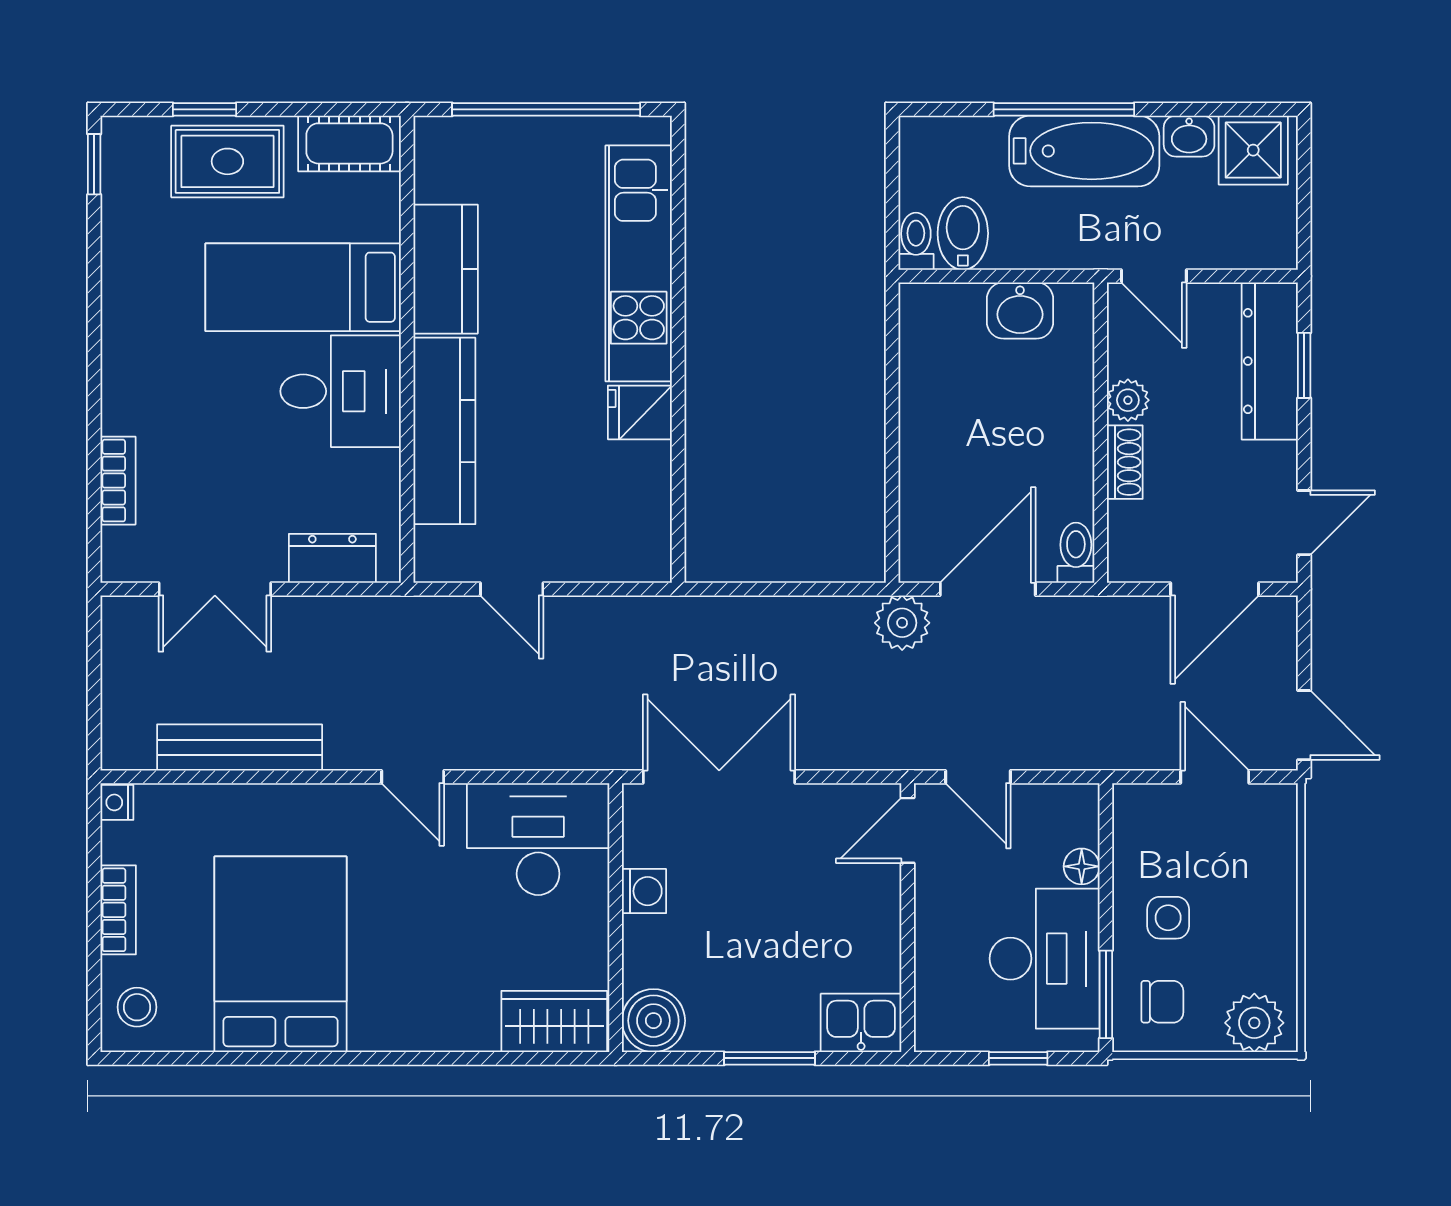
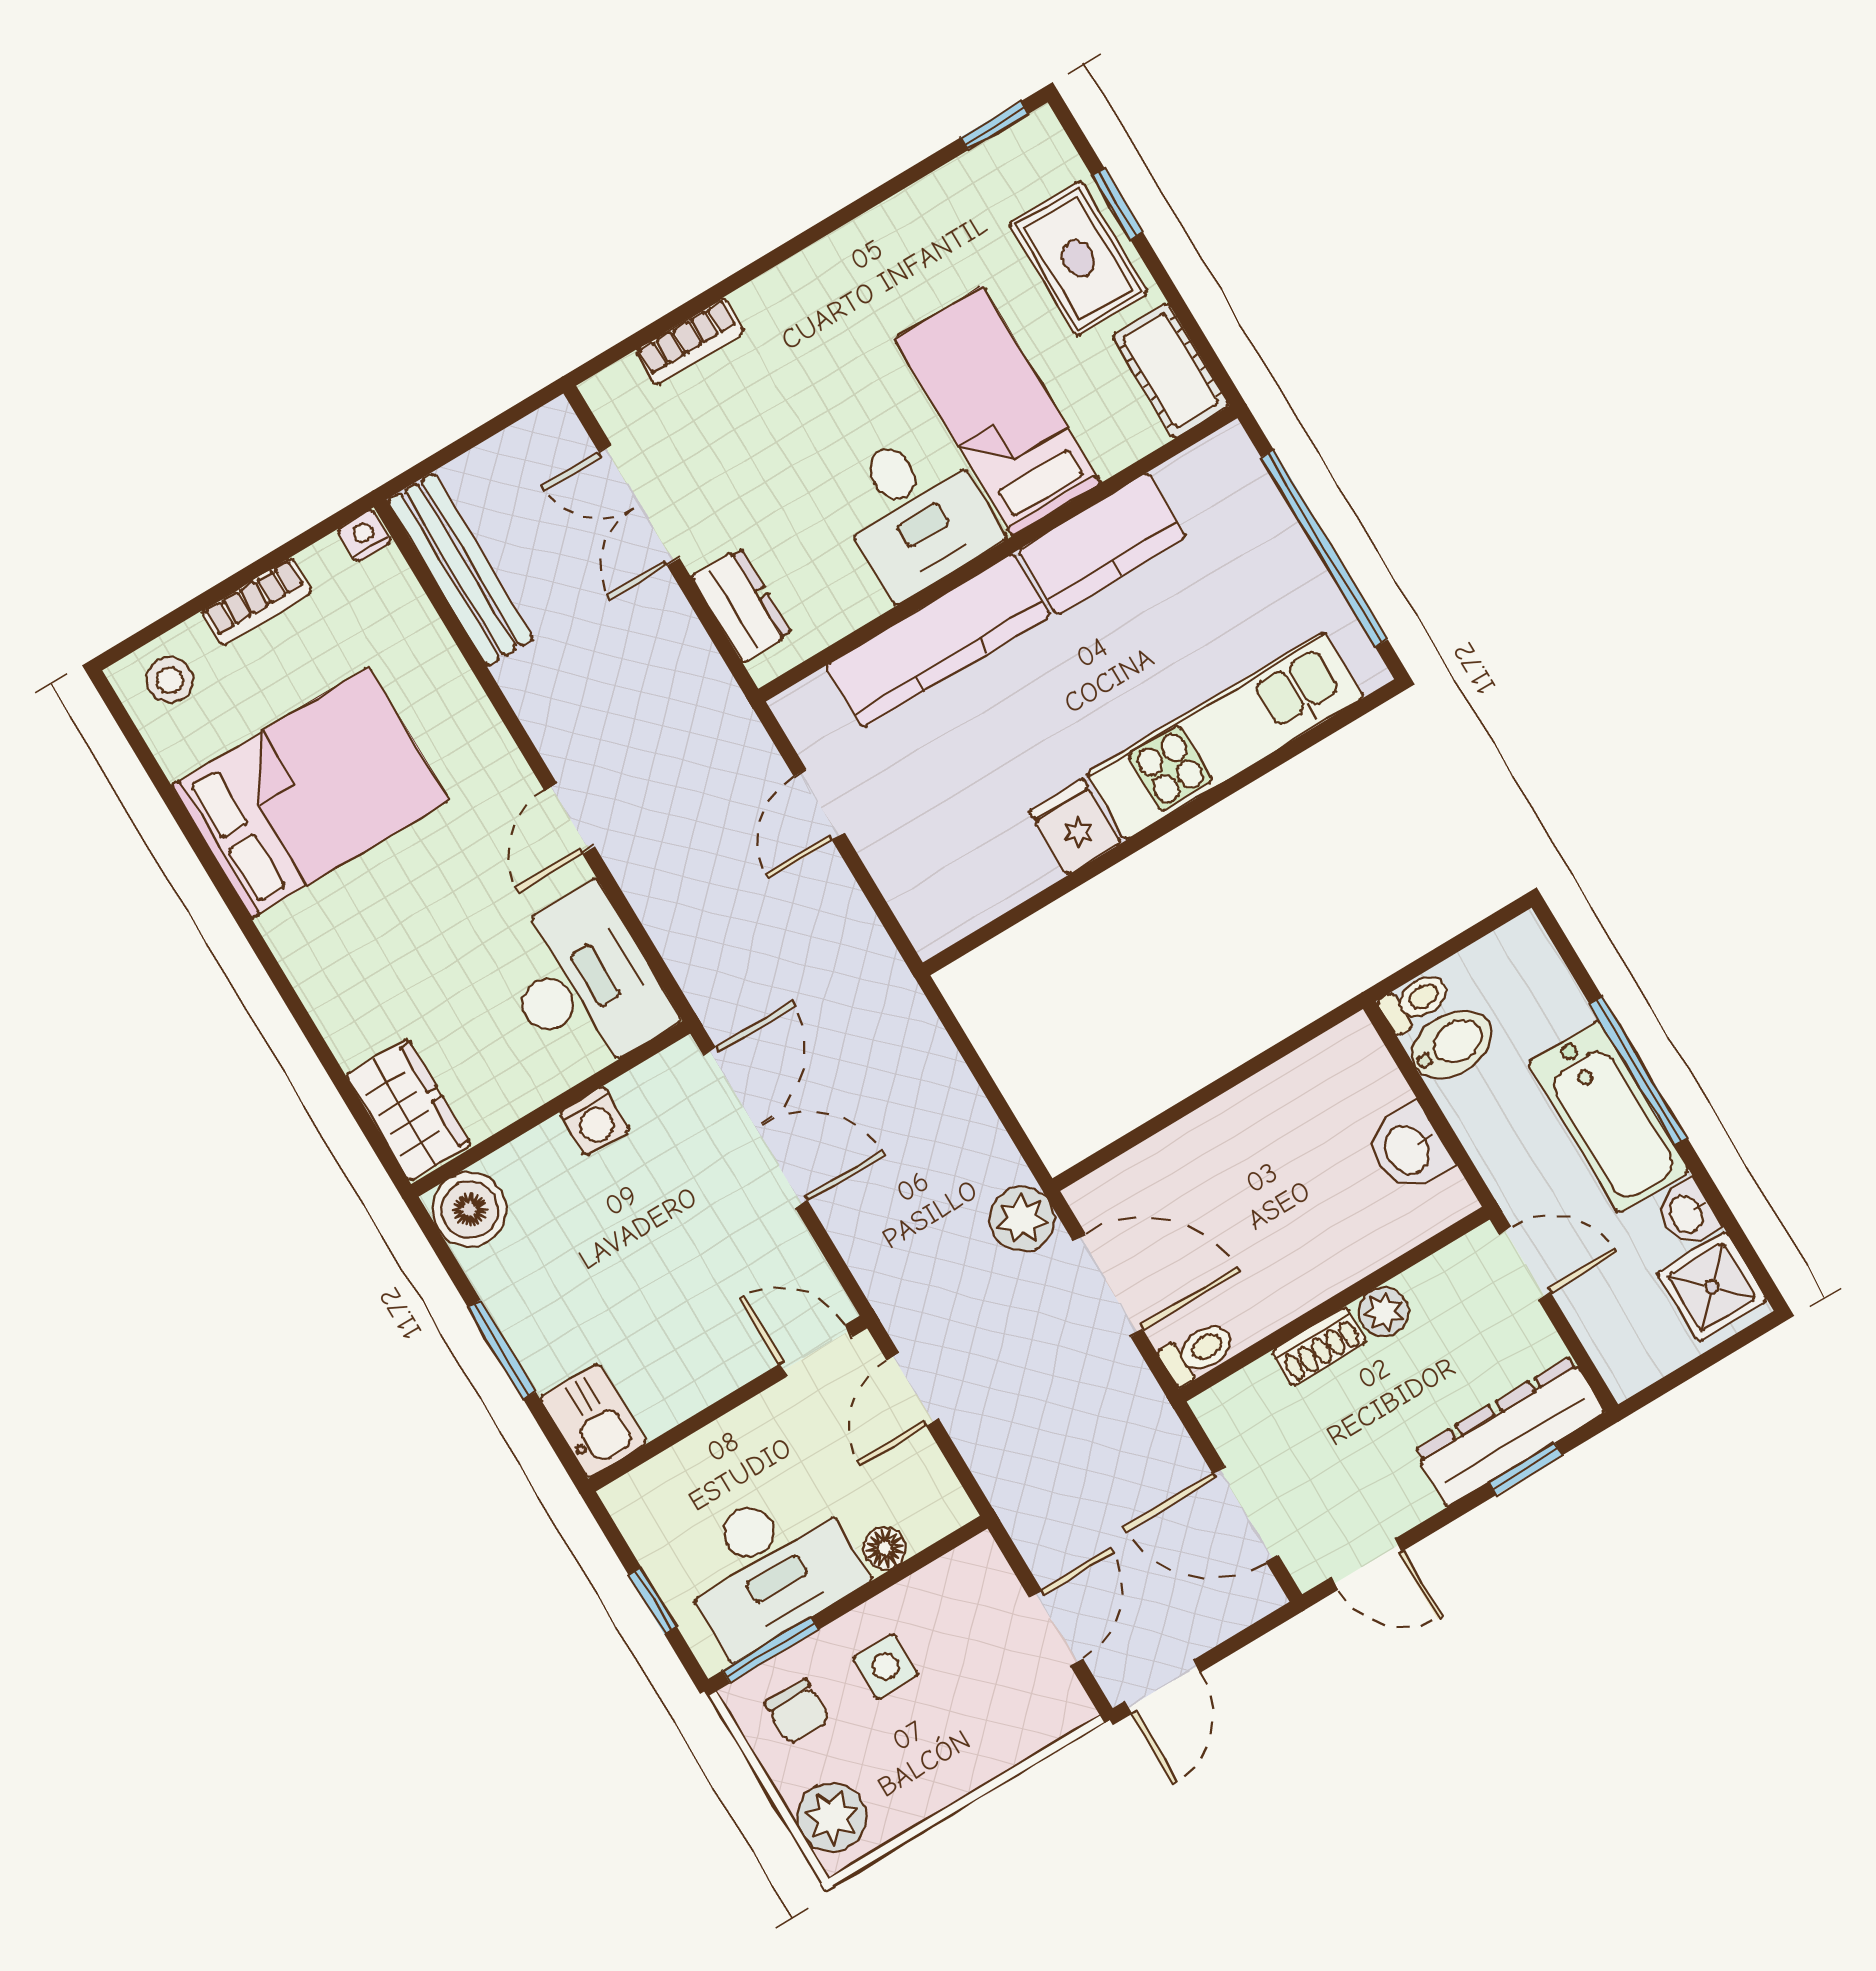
door: (1154, 276) -> (1524, 1263), swing flipped
bench: (240, 747) -> (460, 570), moved

